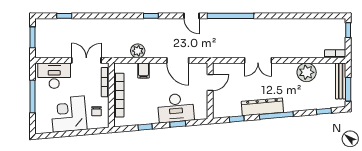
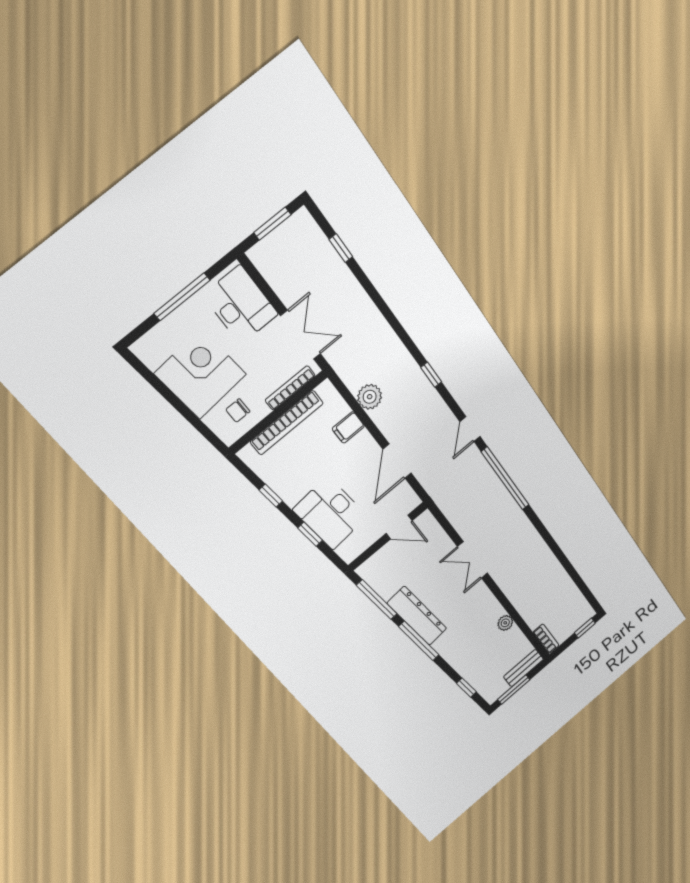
plant: (307, 72) -> (505, 623), width x0.53, depth x0.53
bench: (341, 81) -> (523, 668), width x0.73
window: (237, 119) -> (377, 600), width x2.17

